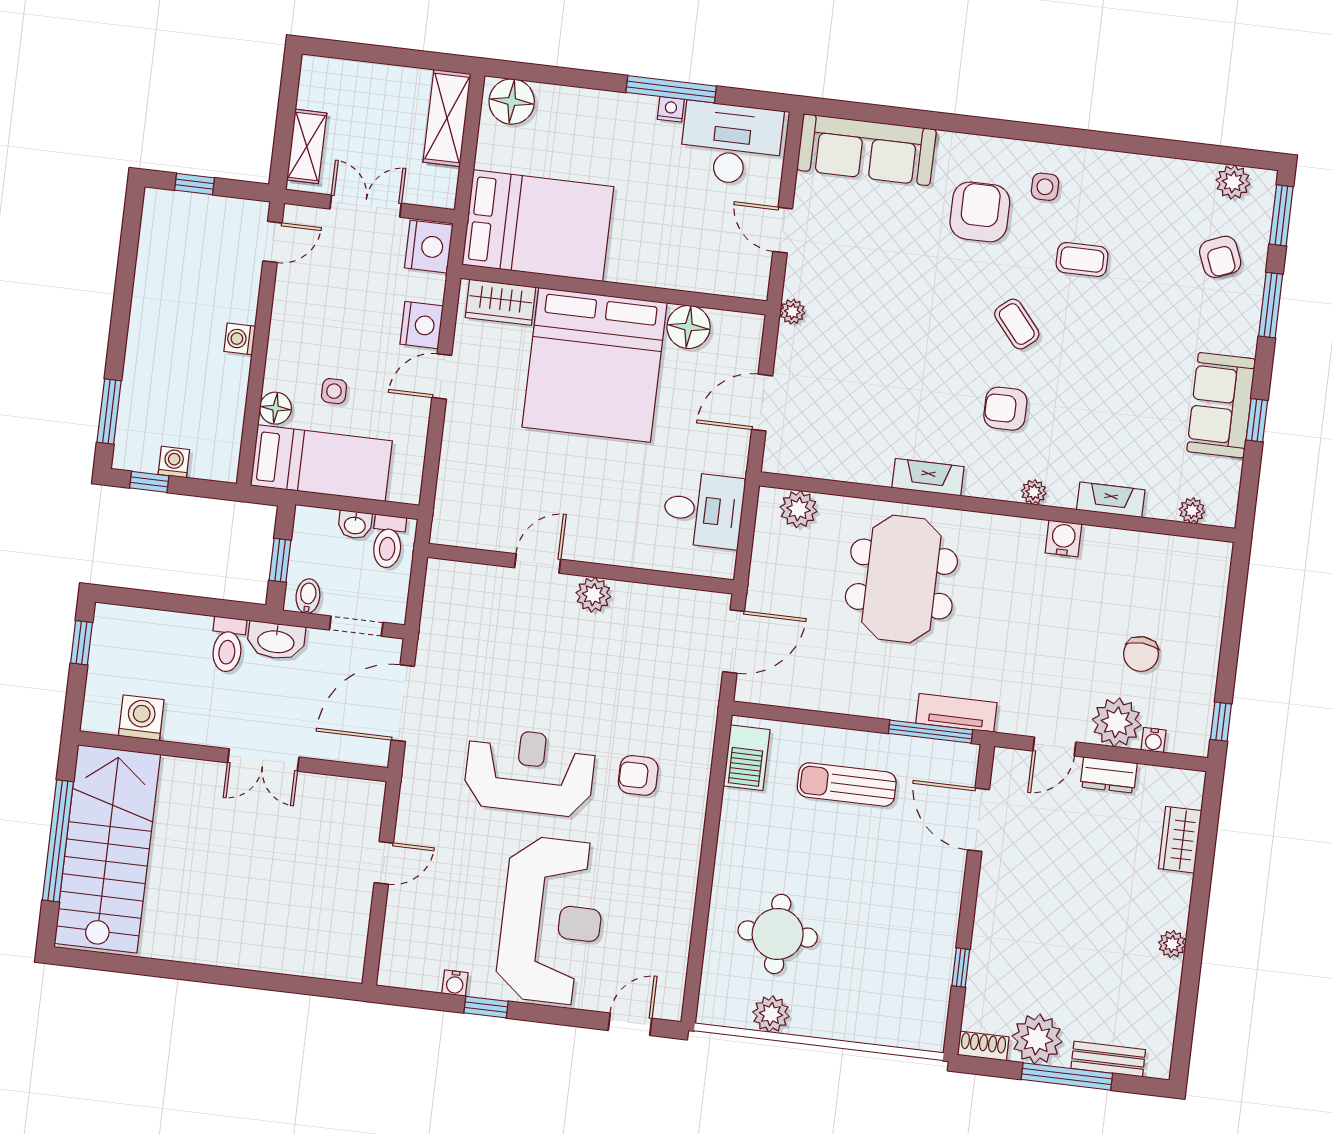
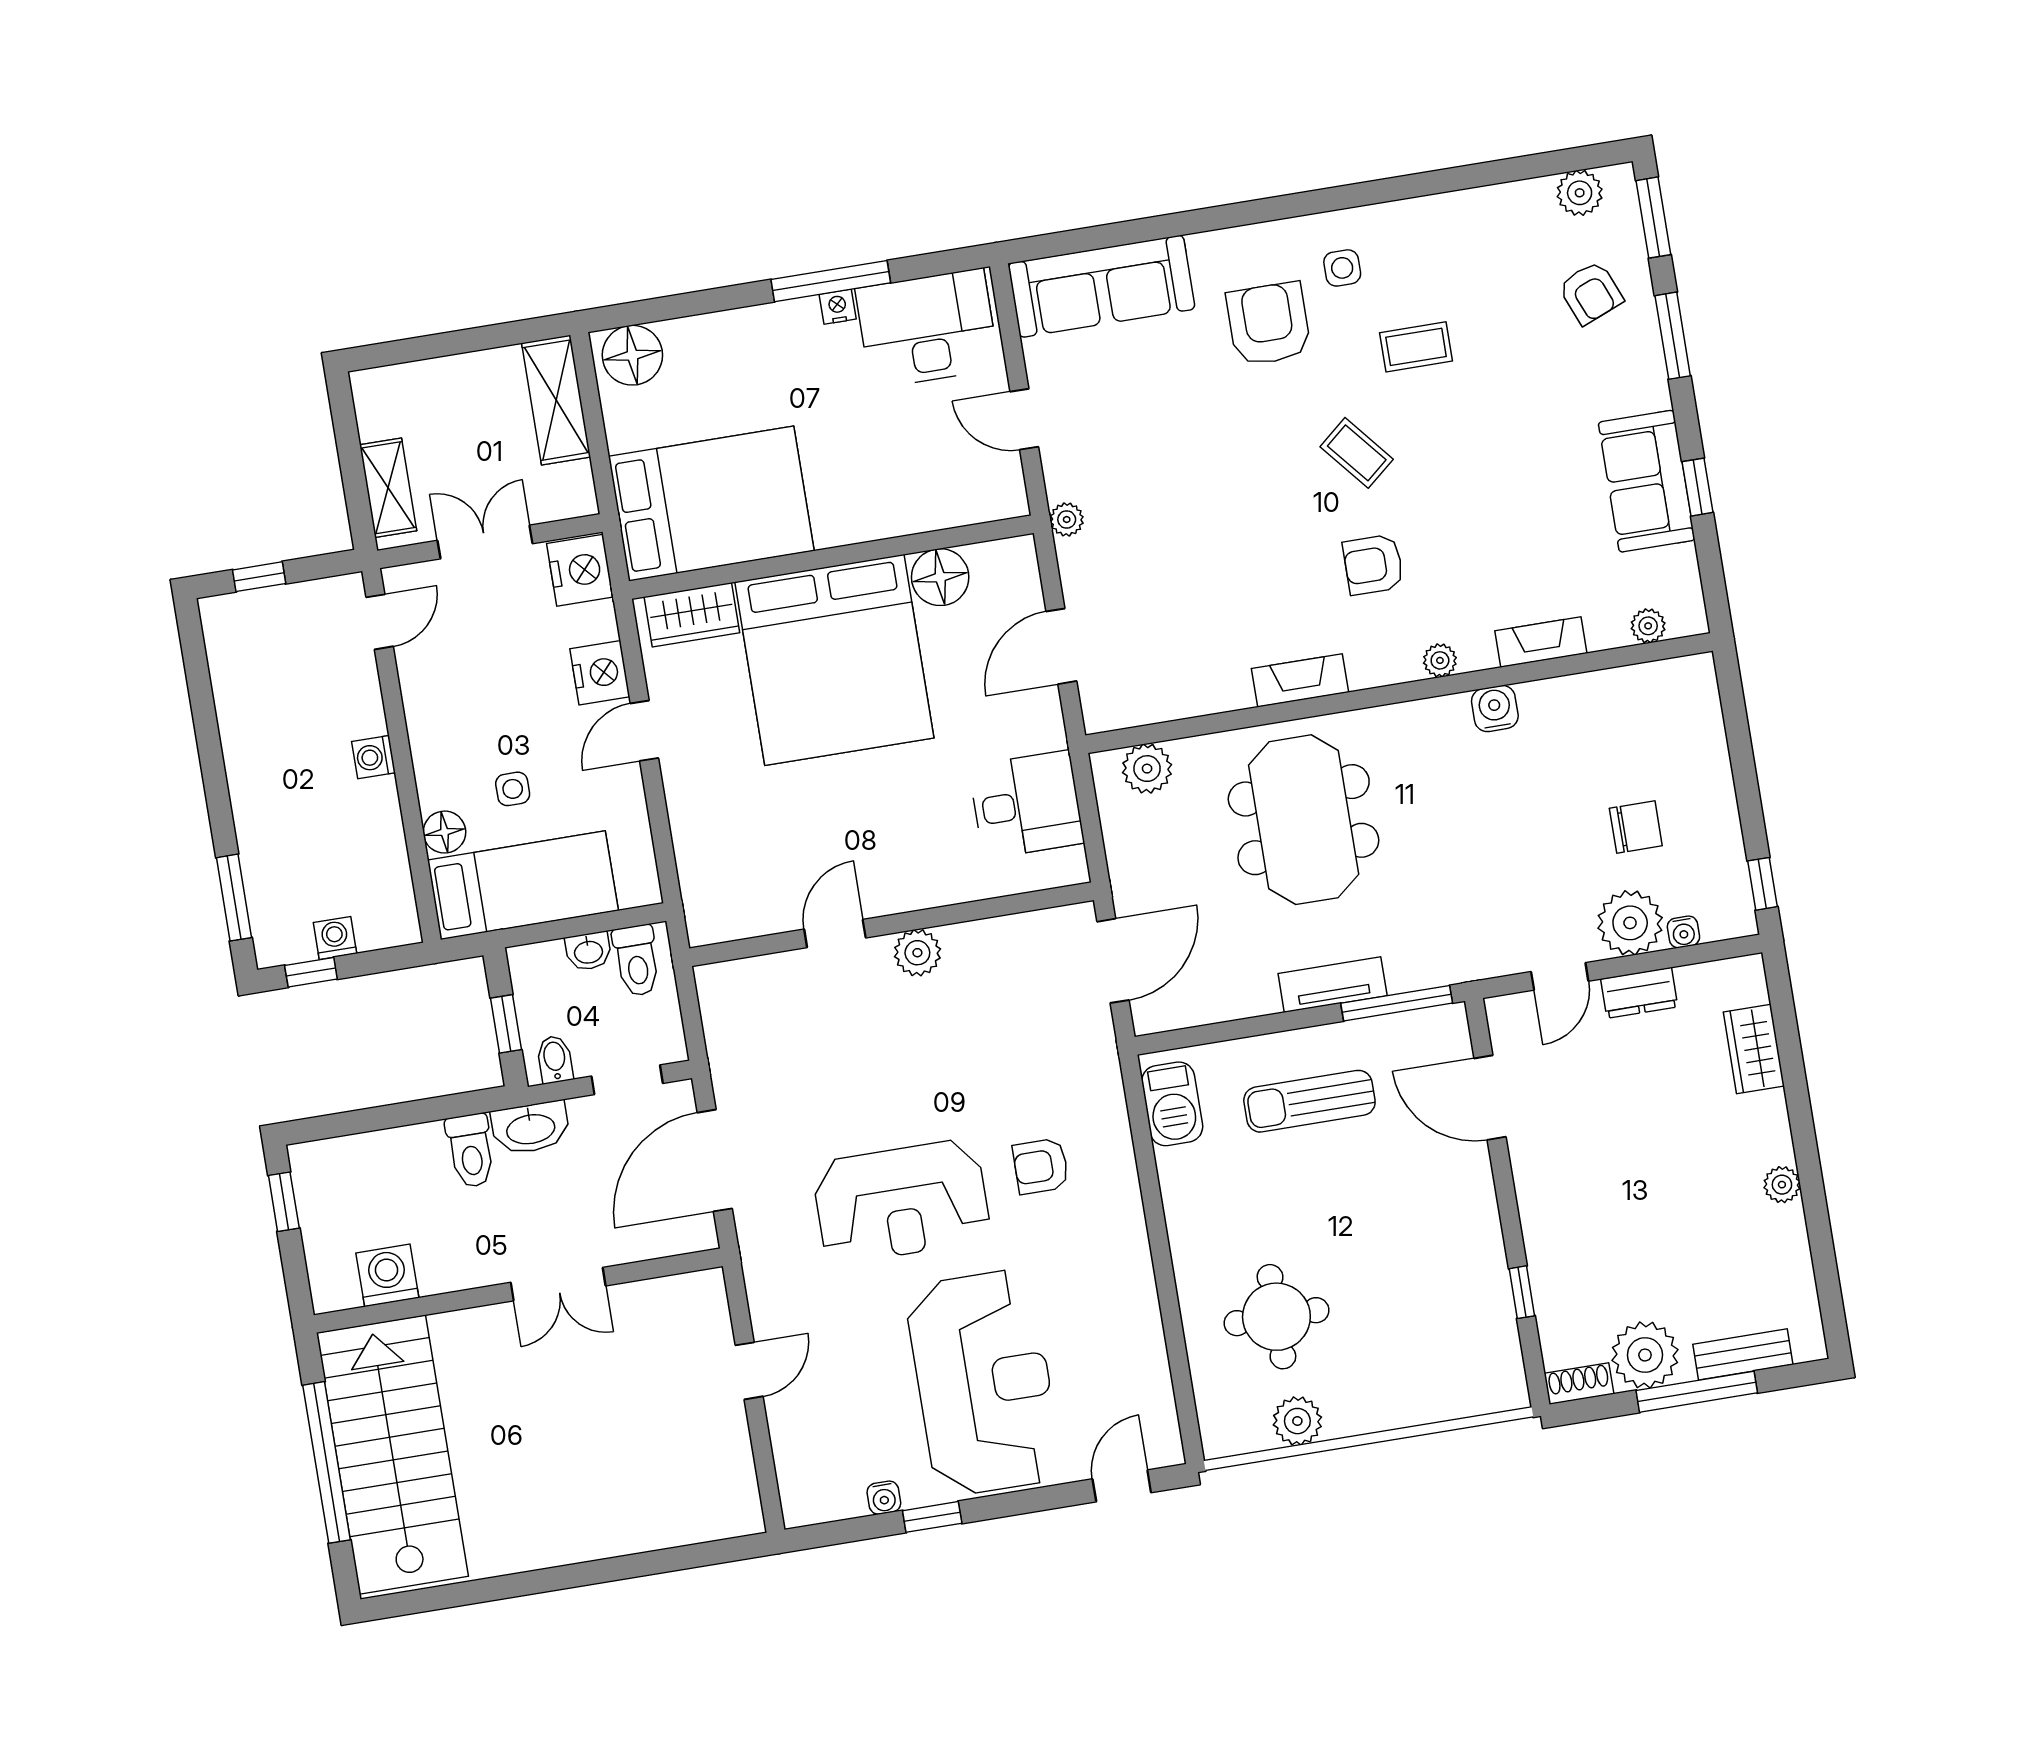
chair: (1141, 654) -> (1636, 827), turned -93
tv unit: (956, 713) -> (1333, 985), moved
reception desk: (530, 772) -> (901, 1202), turned 180

